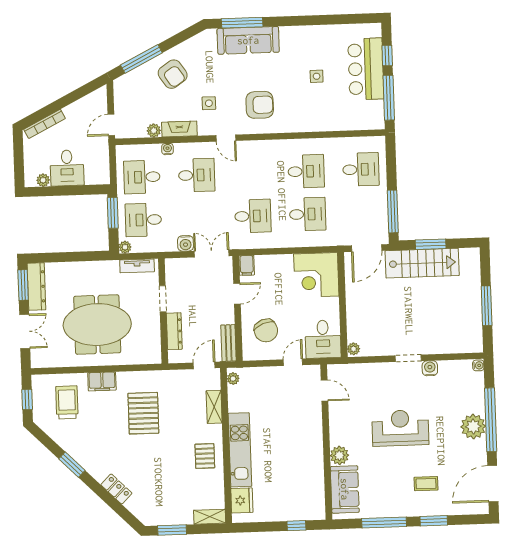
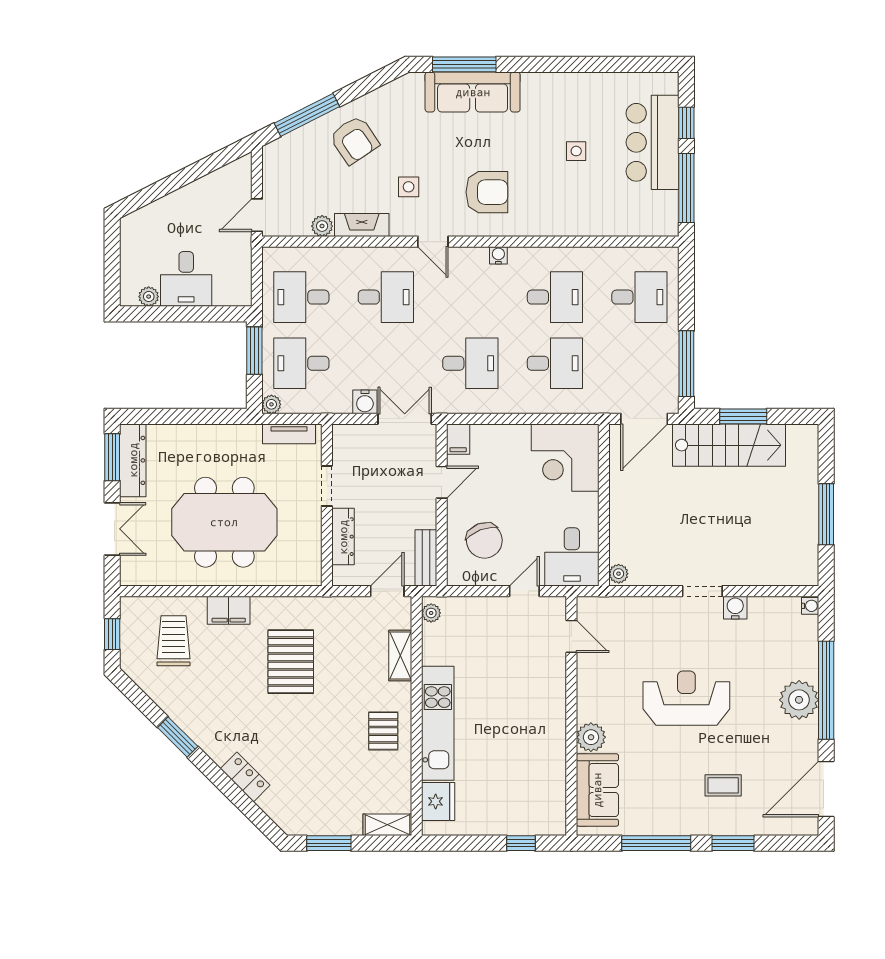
bookcase: (45, 124) -> (154, 210), removed
water cooler: (168, 149) -> (498, 255), moved

